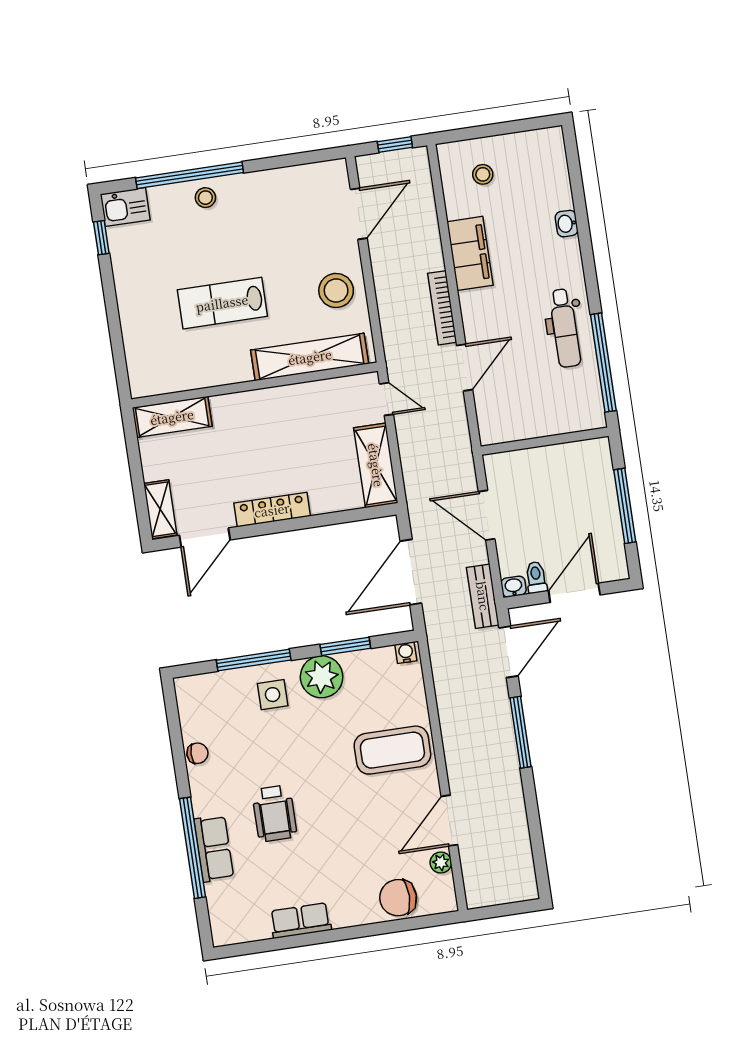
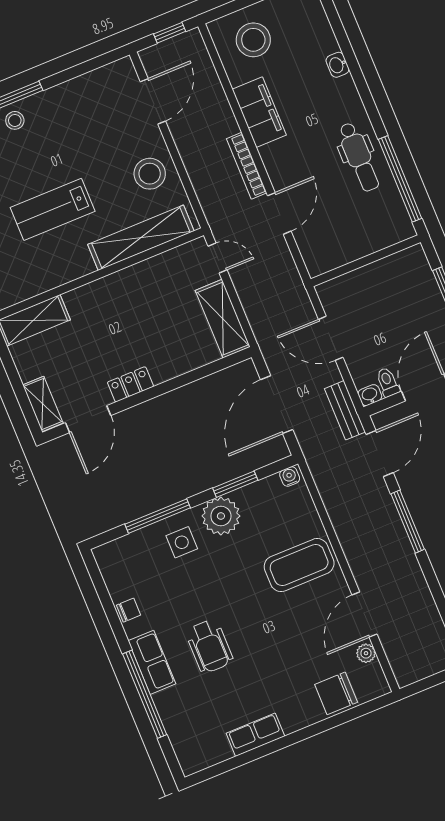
stool: (483, 174) -> (253, 40), width x1.89, depth x1.89
locker: (272, 510) -> (130, 384), width x0.66
row of seats: (214, 848) -> (152, 662), moved

